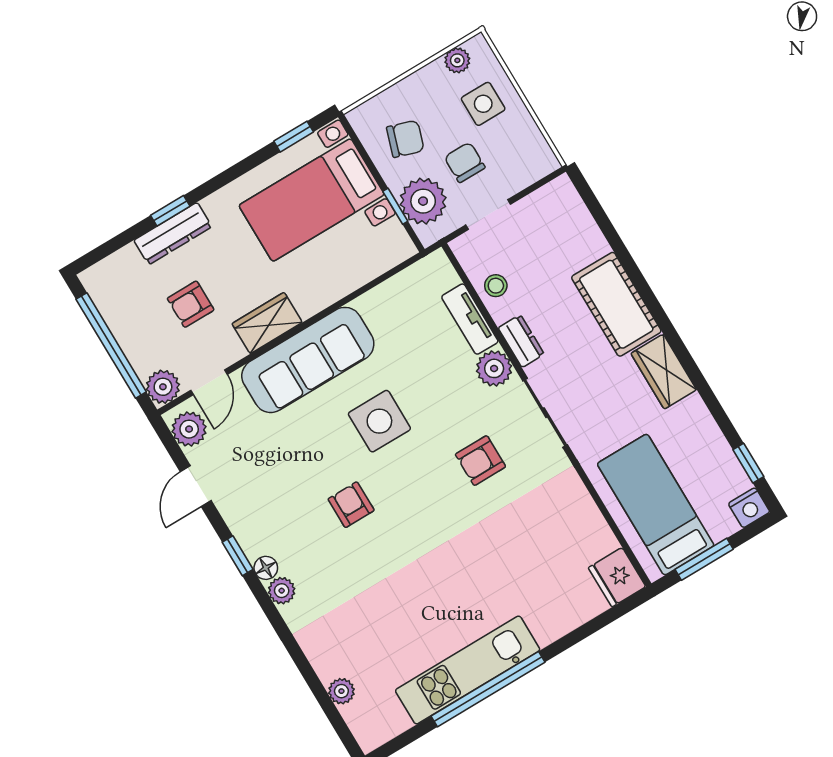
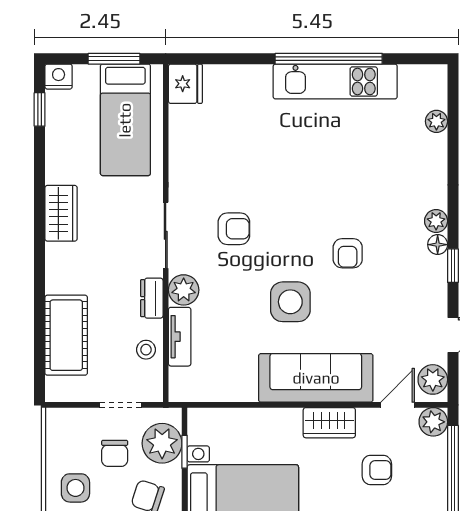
cot: (616, 304) -> (66, 335), moved

